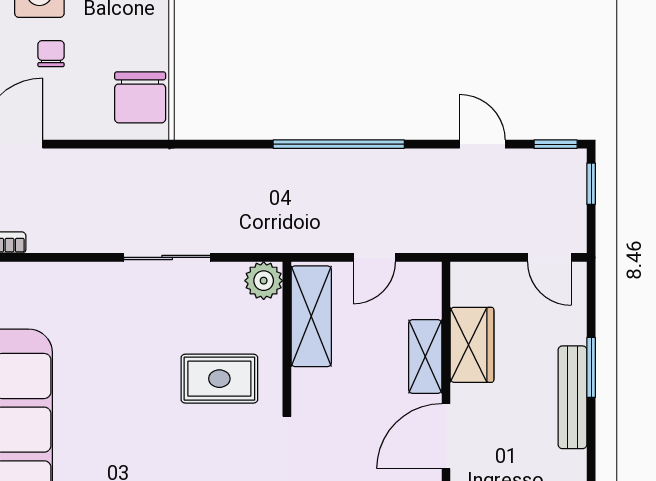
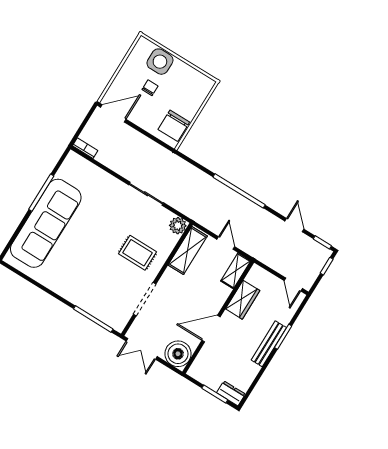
door: (374, 257) -> (226, 243), swing flipped
shelving: (425, 357) -> (236, 271), moved

